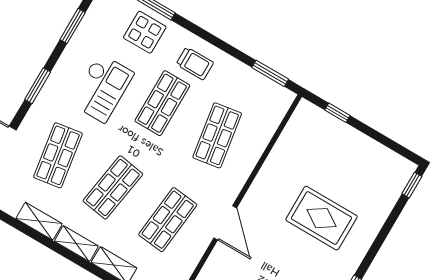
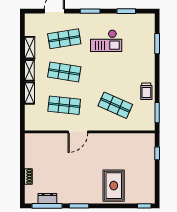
display table: (145, 32) -> (143, 45), removed
trolley: (195, 63) -> (146, 91), moved
shop shelf: (162, 103) -> (115, 72), removed
shop shelf: (217, 135) -> (115, 105), turned 33
rug: (321, 218) -> (114, 186), moved

